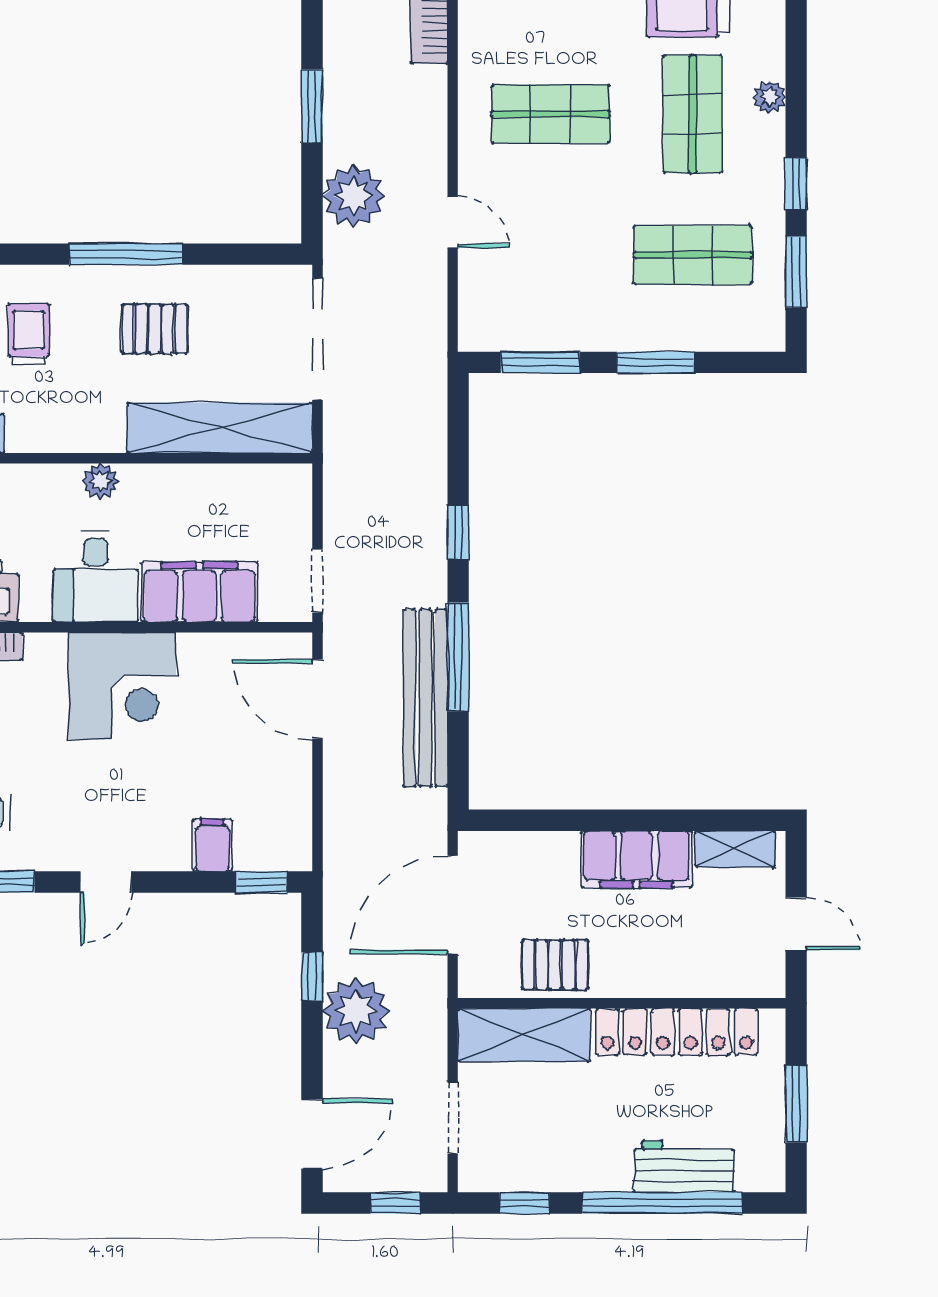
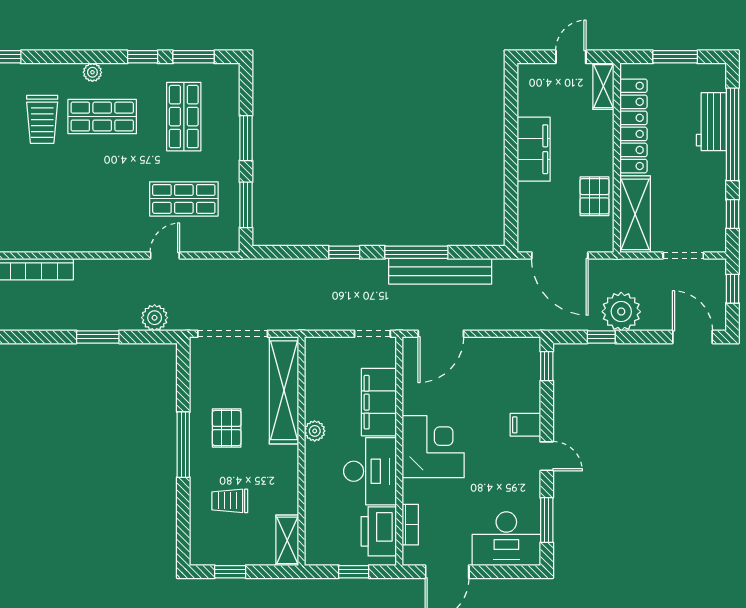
shop shelf: (550, 114) -> (184, 199), moved, turned 90
plant: (353, 196) -> (155, 318), width x0.73, depth x0.73
plant: (100, 481) -> (315, 431), moved
desk: (96, 577) -> (370, 471), width x1.37
filing cabinet: (212, 845) -> (525, 425), moved
shelving: (735, 849) -> (603, 86), moved

